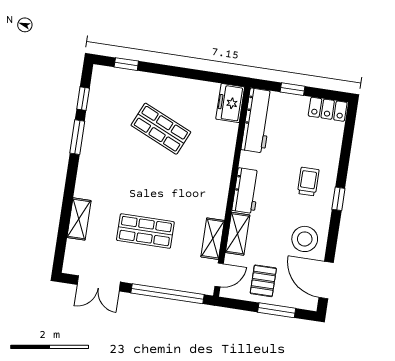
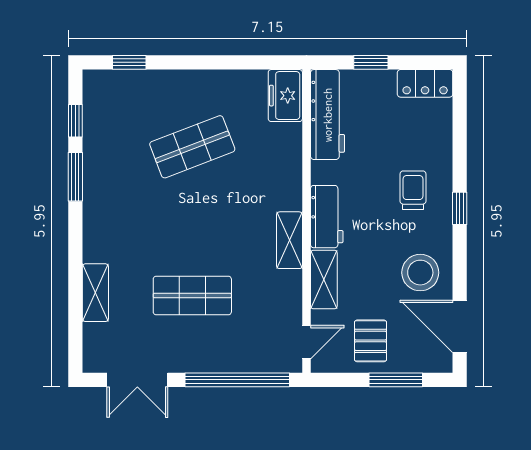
shop shelf: (161, 129) -> (192, 147), turned -45
shelving: (213, 239) -> (289, 240), moved

